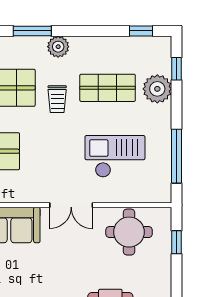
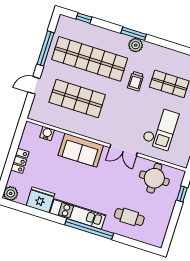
plant: (58, 47) -> (136, 45), moved
checkout: (115, 156) -> (160, 128), turned 90

